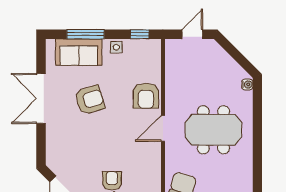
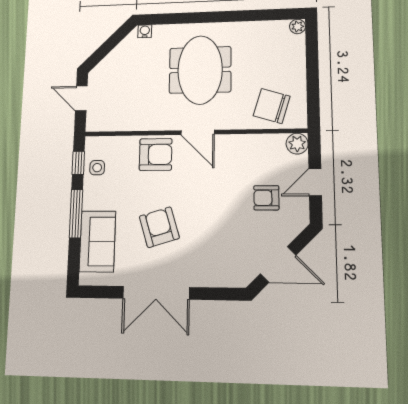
window: (86, 34) -> (76, 214), moved
side table: (116, 47) -> (97, 168), moved

